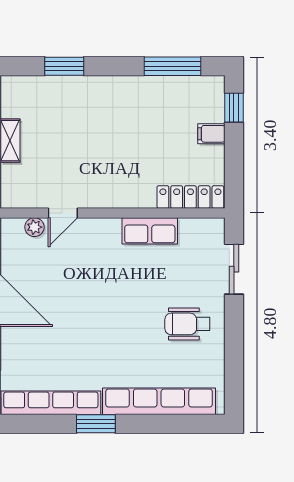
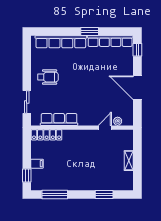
row of seats: (150, 231) -> (59, 119), width x1.48

